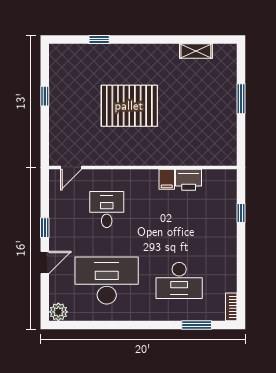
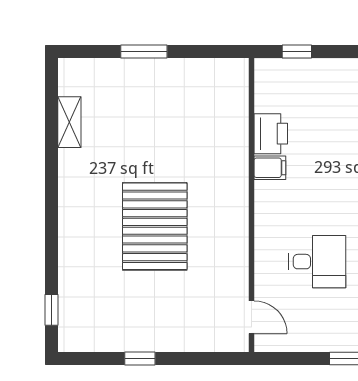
window: (99, 40) -> (52, 310), moved
desk: (107, 210) -> (317, 262), turned 180
window: (241, 213) -> (297, 52), moved

